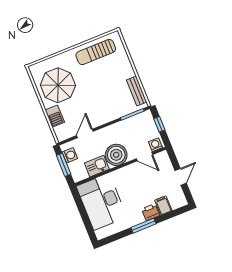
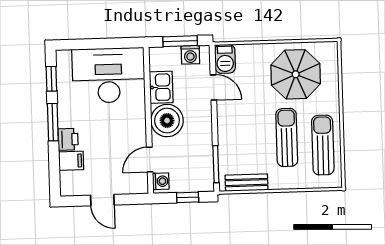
sun lounger: (99, 76) -> (287, 137), added
barbecue: (55, 116) -> (225, 59), moved, turned -90
window: (117, 236) -> (51, 79), added

